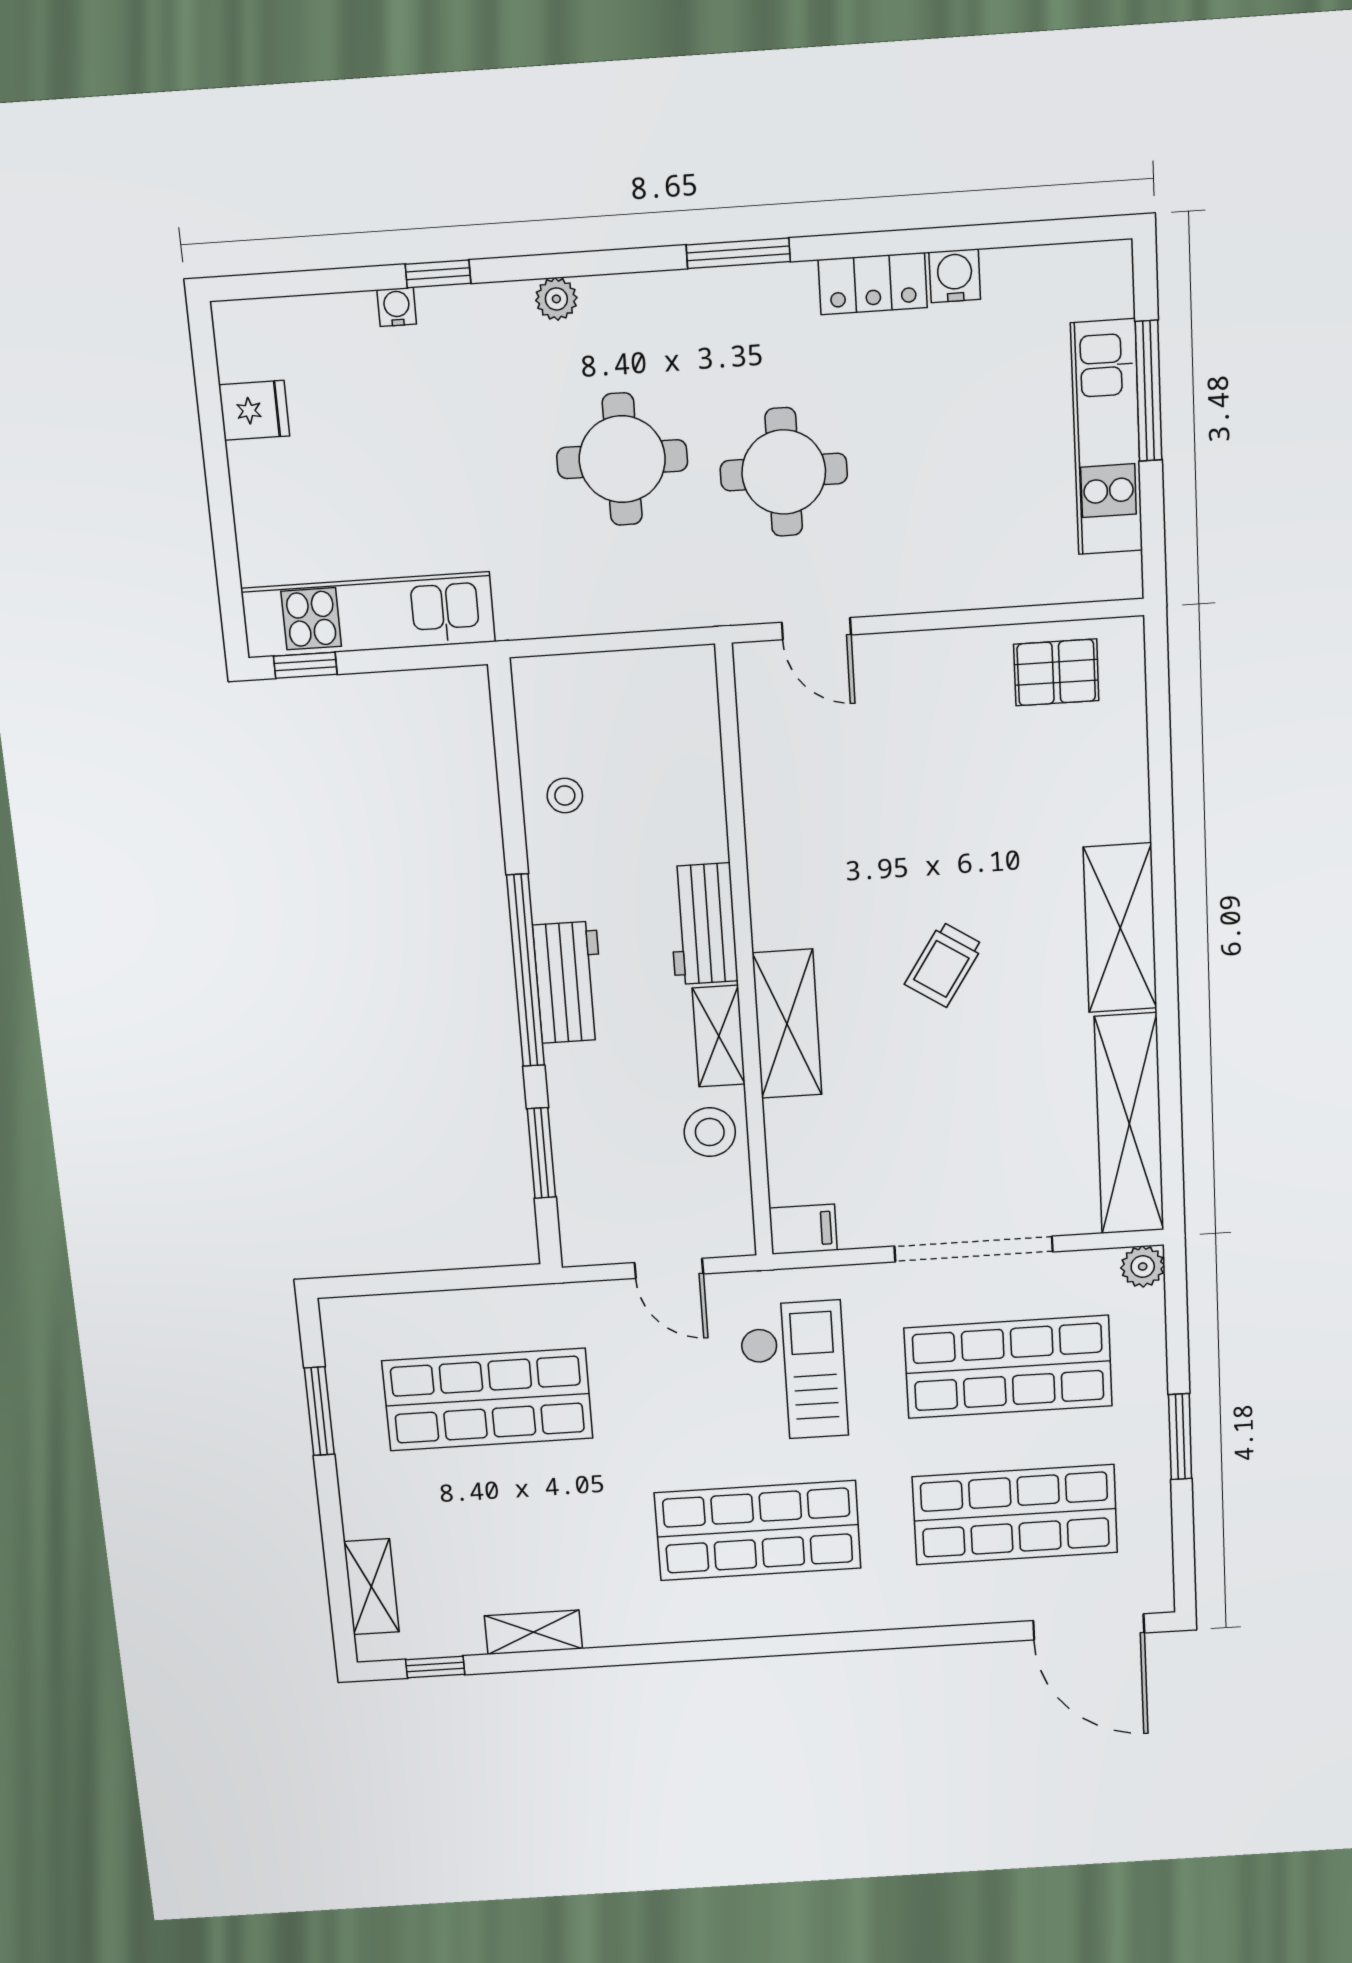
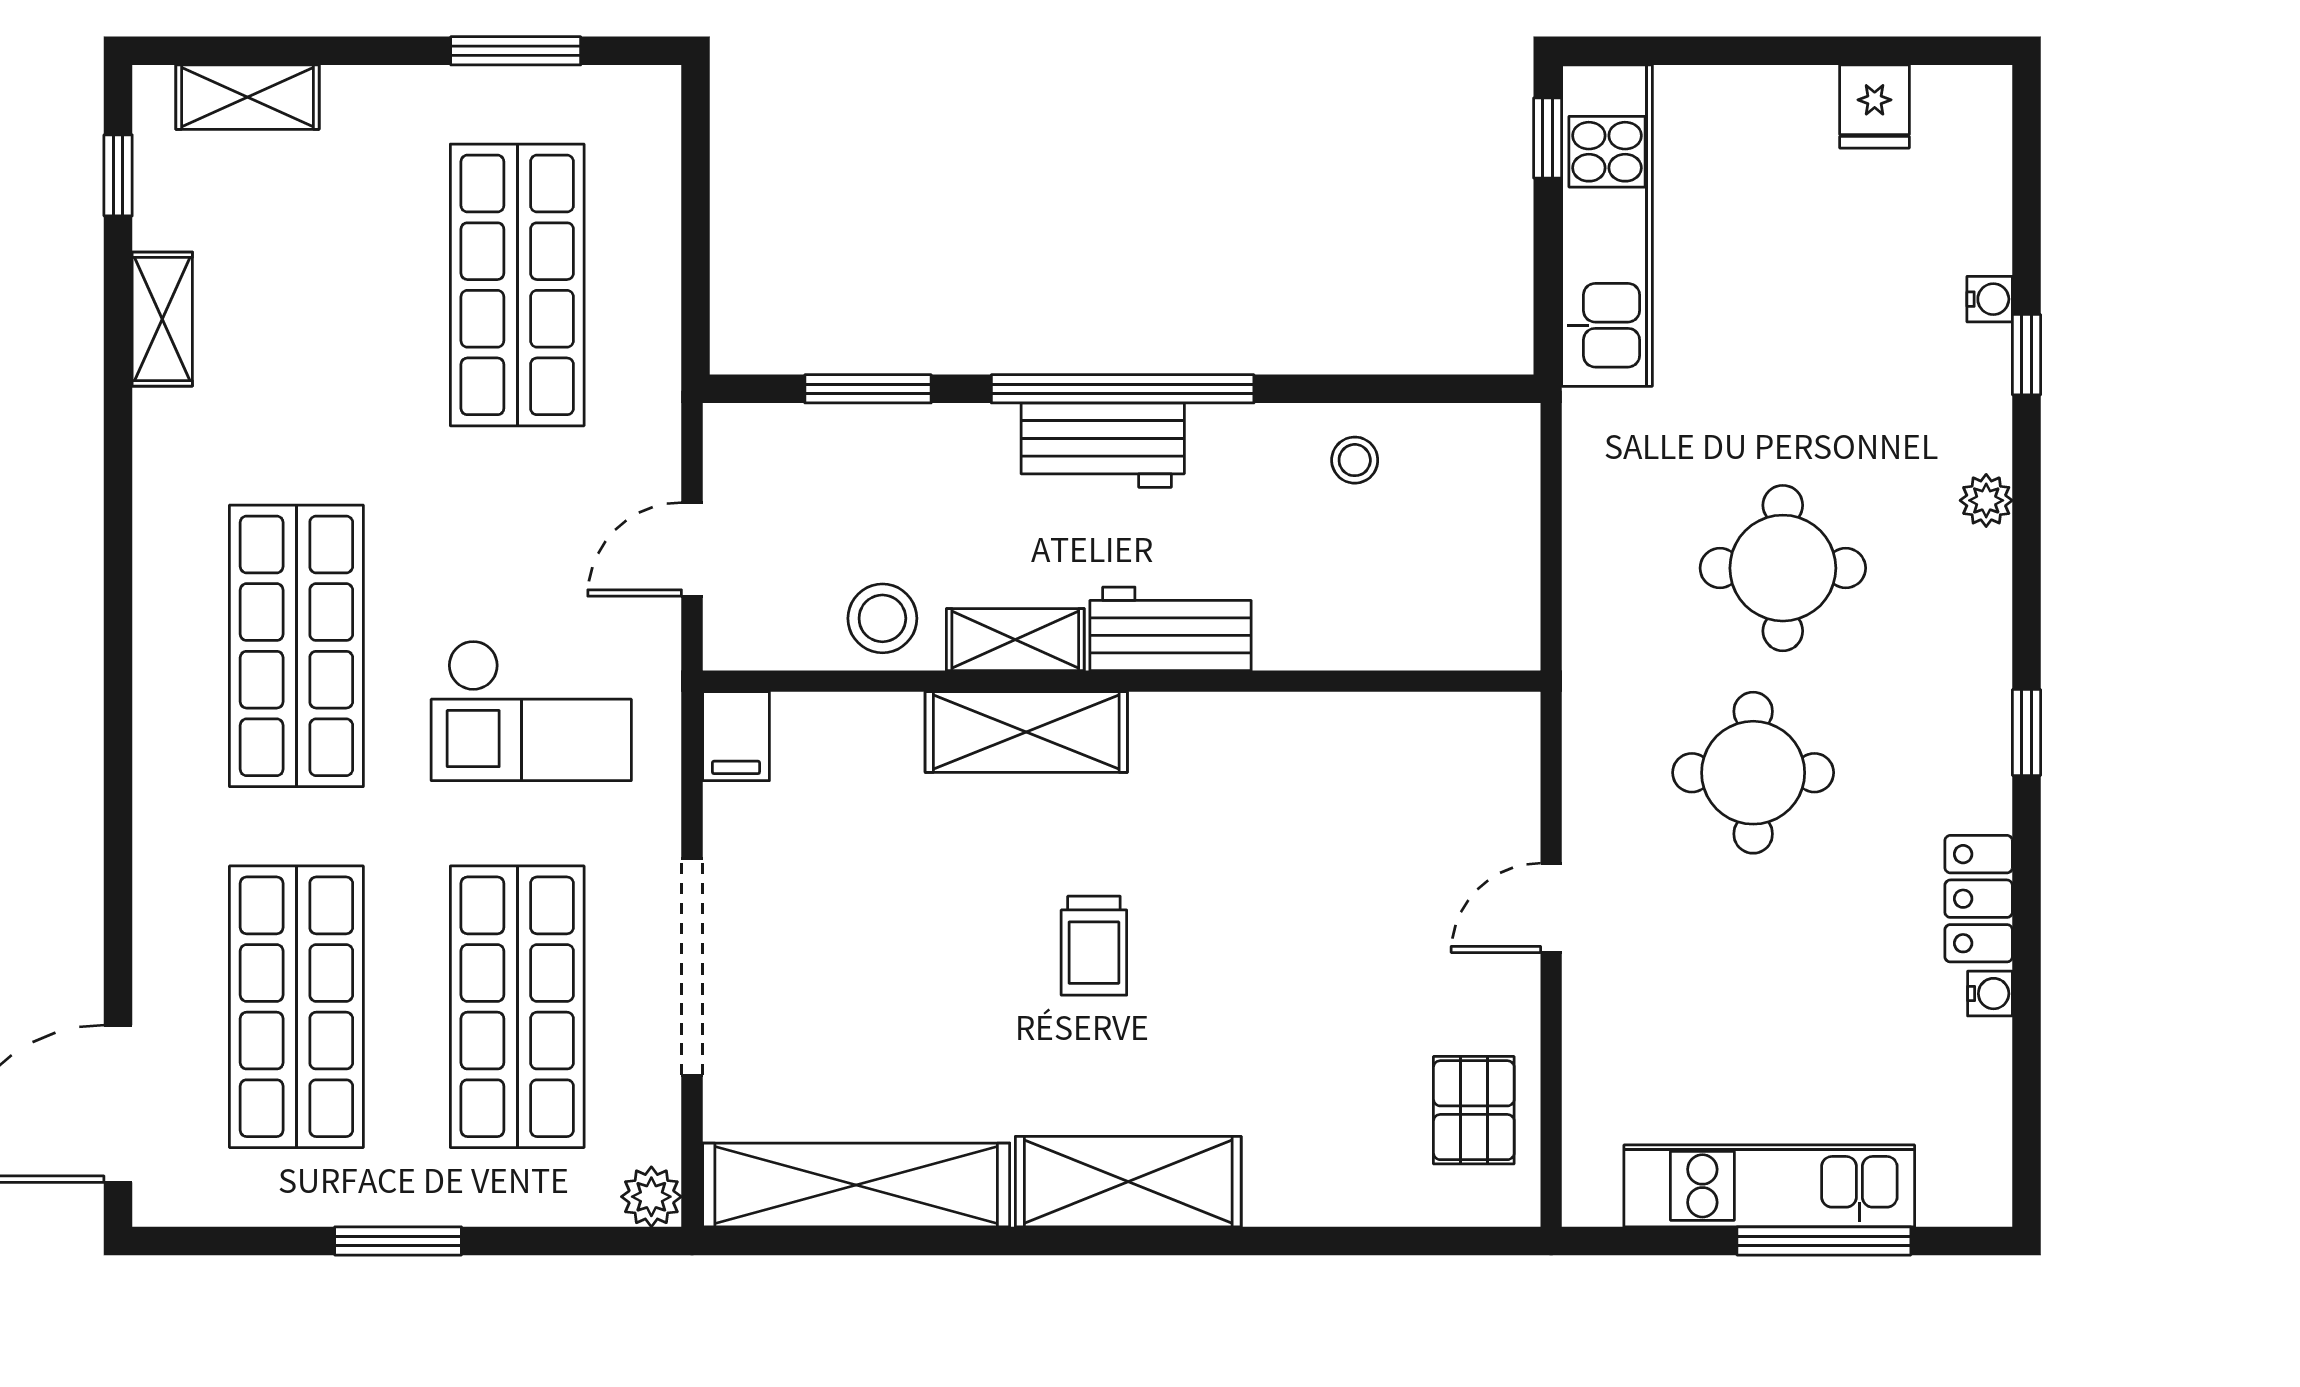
window: (738, 253) -> (2026, 732), width x0.67
water cooler: (955, 276) -> (1990, 994), width x0.72, depth x0.72
door: (816, 629) -> (1551, 908), moved
trolley: (944, 965) -> (1094, 946), turned -123

